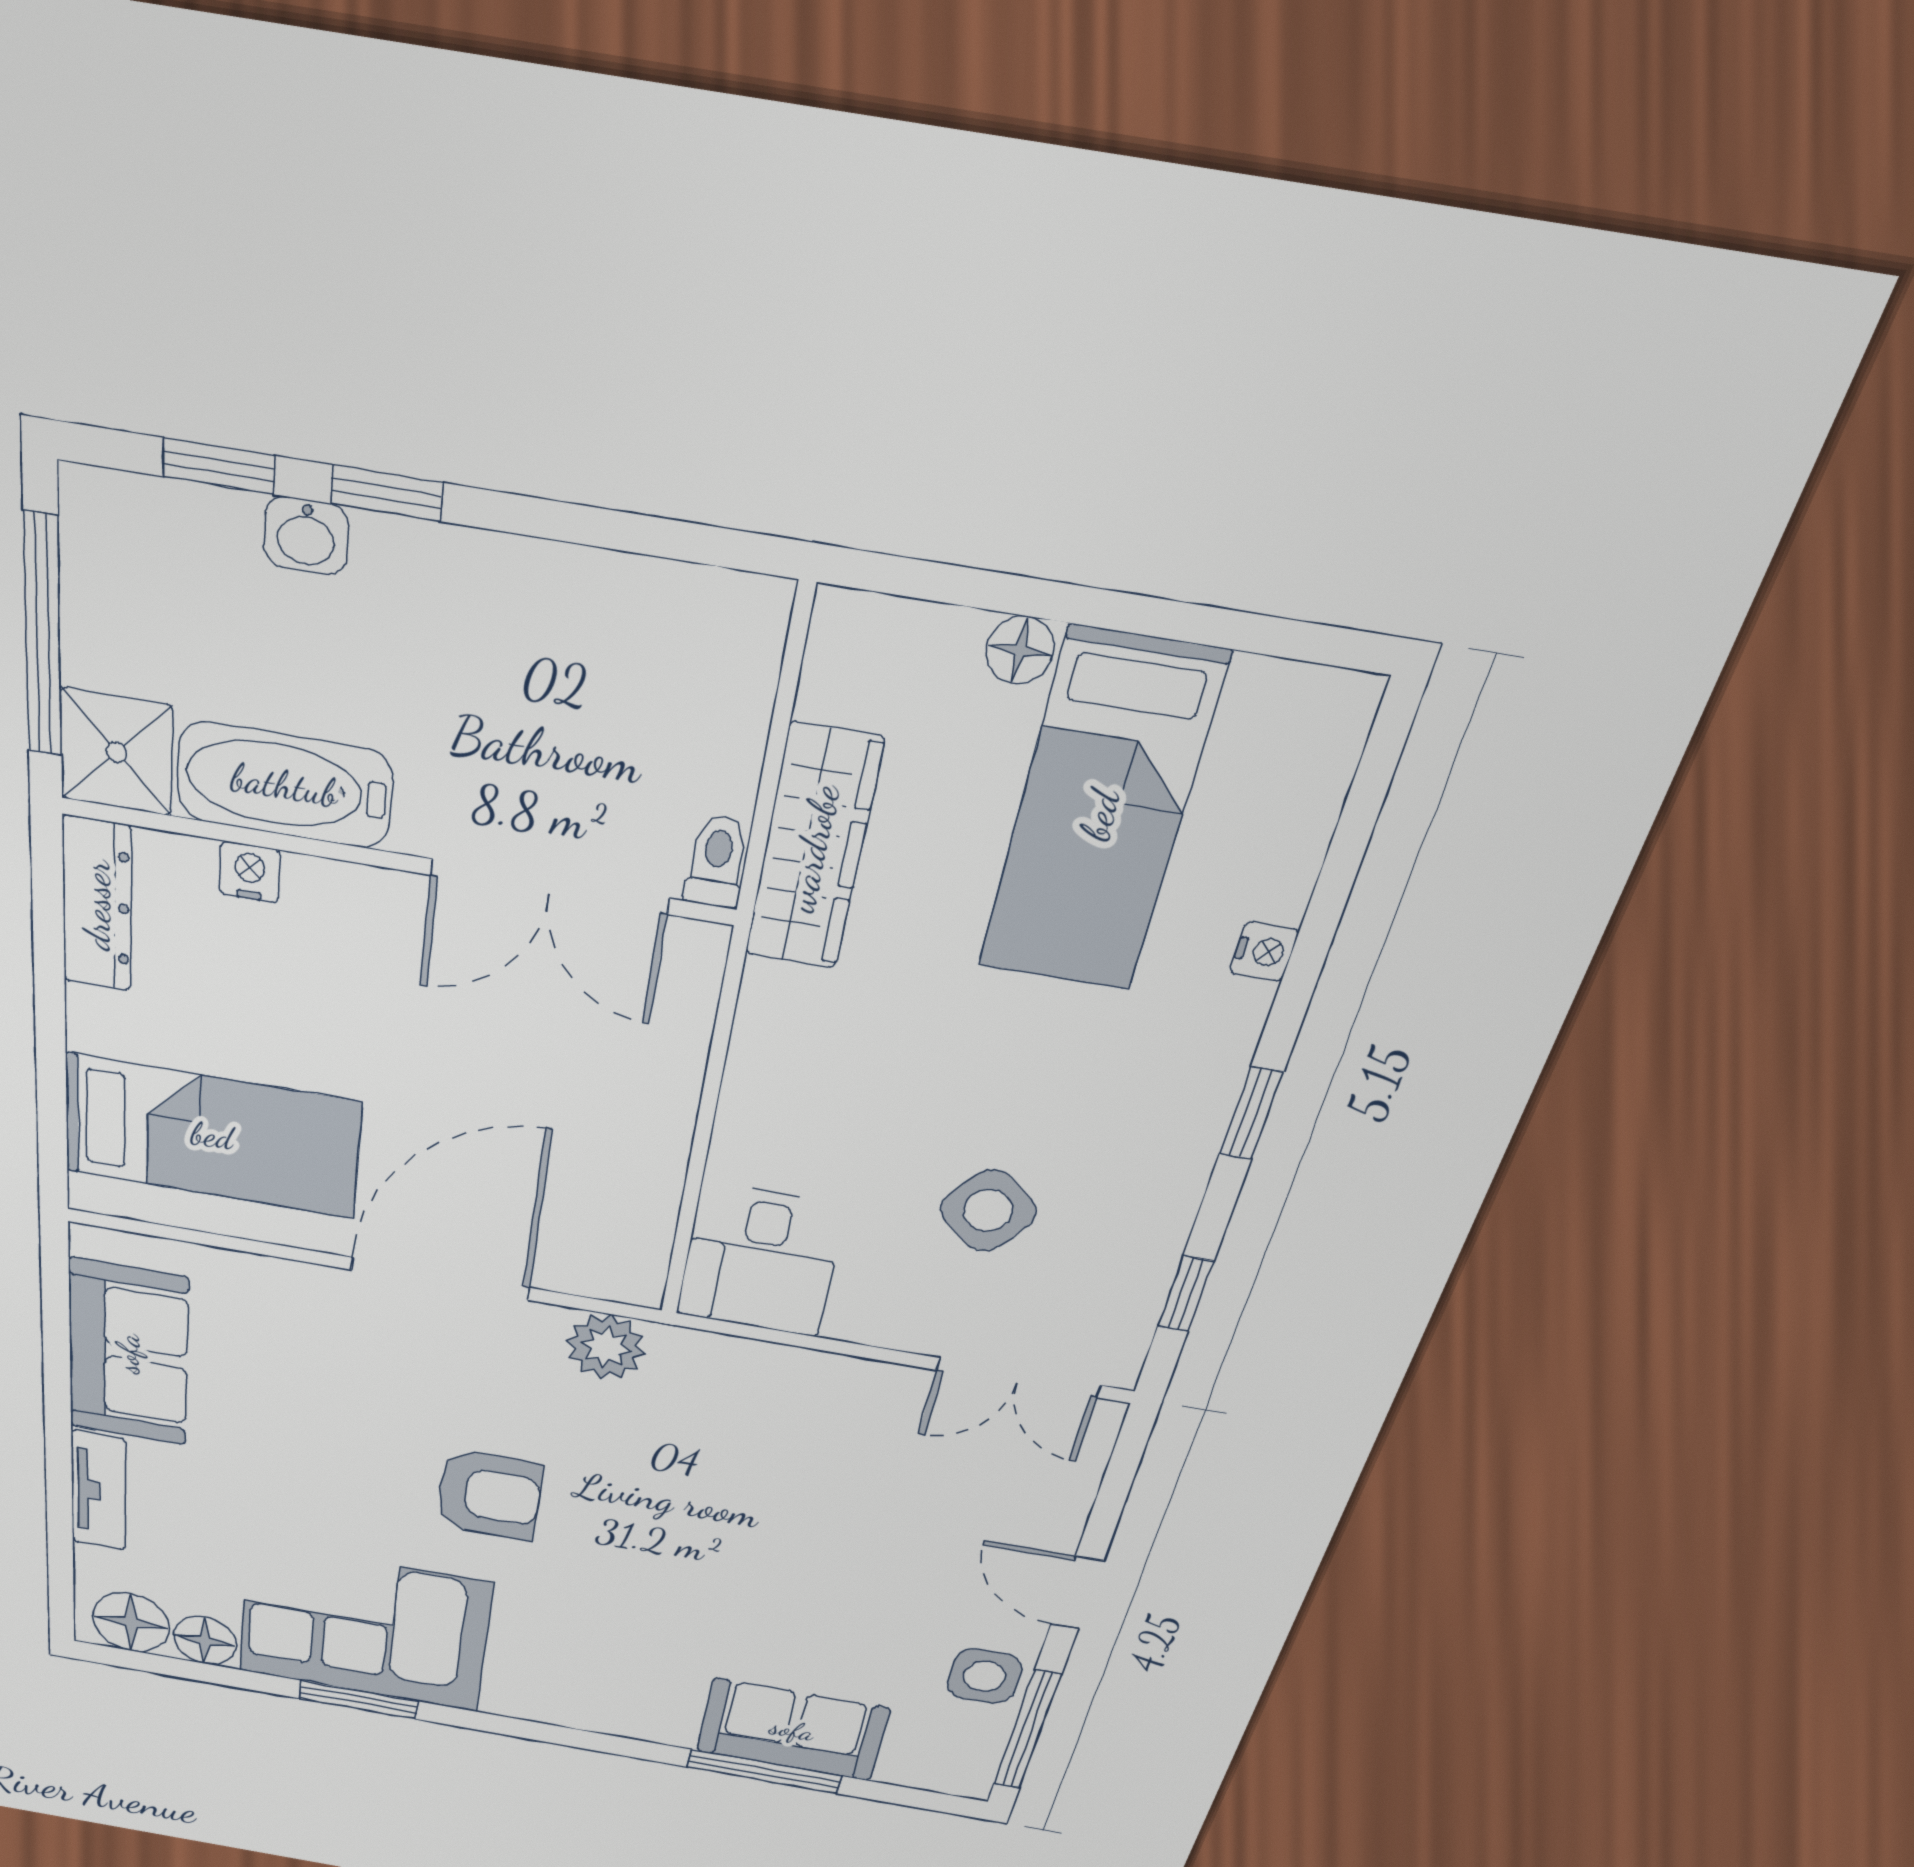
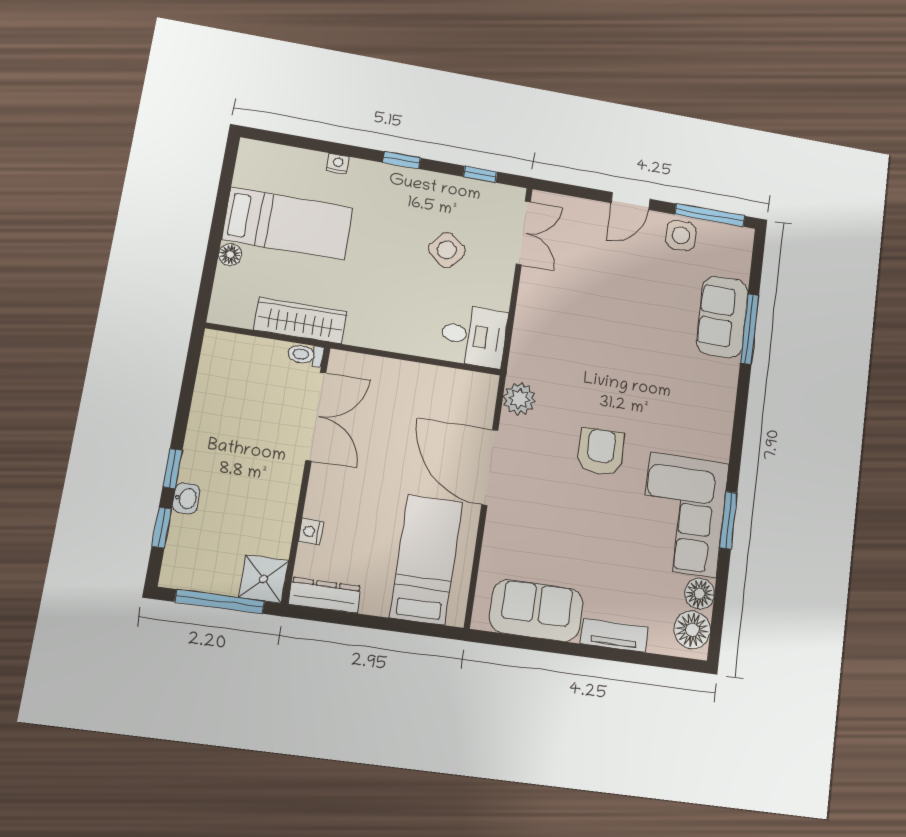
bathtub: (284, 785) -> (277, 515), removed

